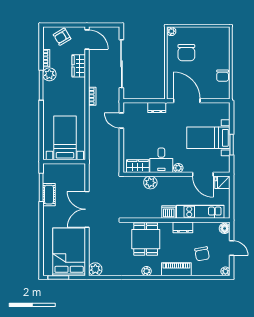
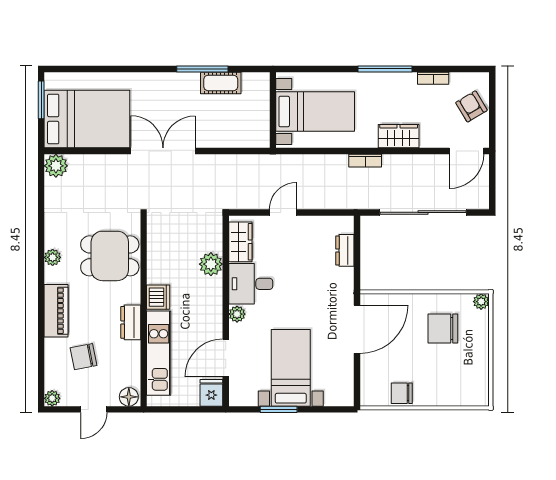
wardrobe: (79, 66) -> (399, 136), moved
plant: (49, 74) -> (404, 84), removed
dresser: (157, 108) -> (345, 250), moved
door: (121, 121) -> (283, 212), moved
bed with nightstands: (65, 138) -> (315, 112), moved
wall: (64, 162) -> (273, 110), moved
cot: (49, 195) -> (221, 83), moved

